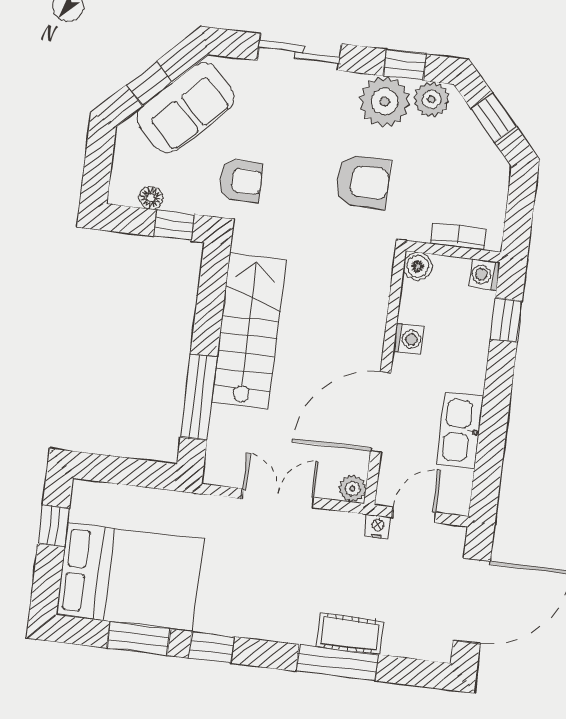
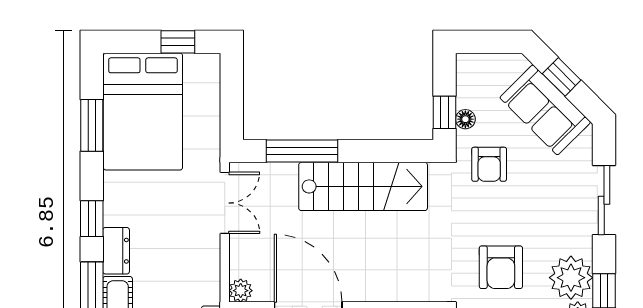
floor lamp: (151, 198) -> (465, 119), moved
double door: (278, 498) -> (225, 203), moved
dresser: (288, 628) -> (116, 251), added
window: (211, 647) -> (92, 219), moved

